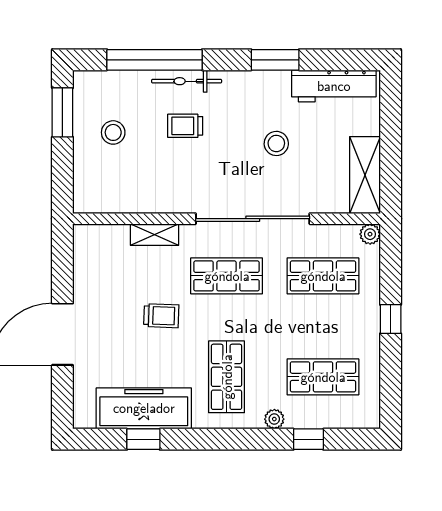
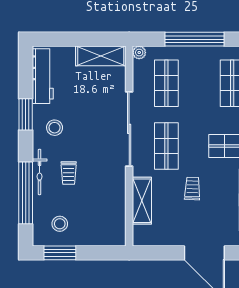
stool: (113, 132) -> (60, 224), moved
stool: (276, 143) -> (55, 128), moved
shelving: (155, 235) -> (142, 201), width x1.50, depth x1.33
window: (391, 319) -> (194, 39), width x3.17

